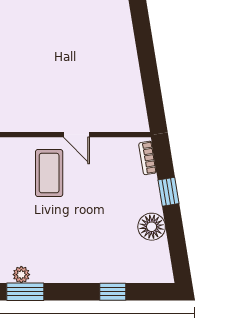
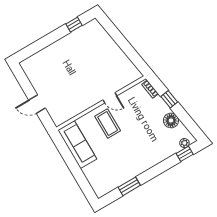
plant: (21, 275) -> (184, 143), moved
window: (113, 292) -> (185, 154), moved

